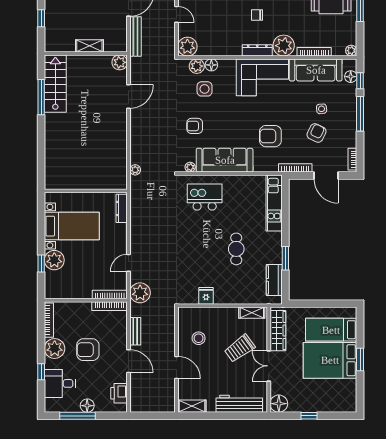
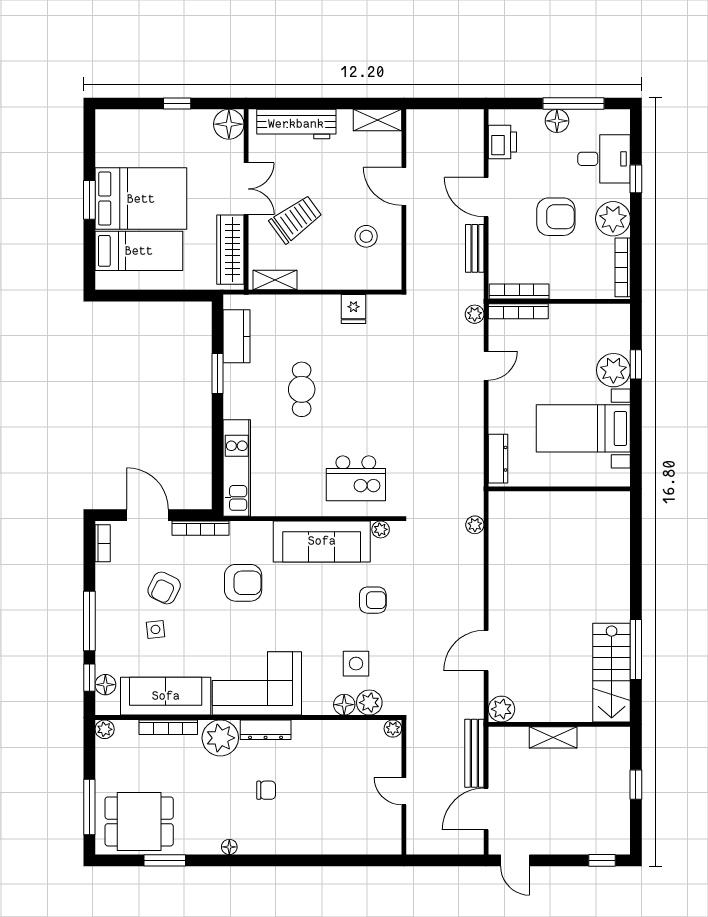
plant: (187, 47) -> (393, 729), width x0.53, depth x0.53
plant: (140, 293) -> (475, 314), width x0.53, depth x0.53

